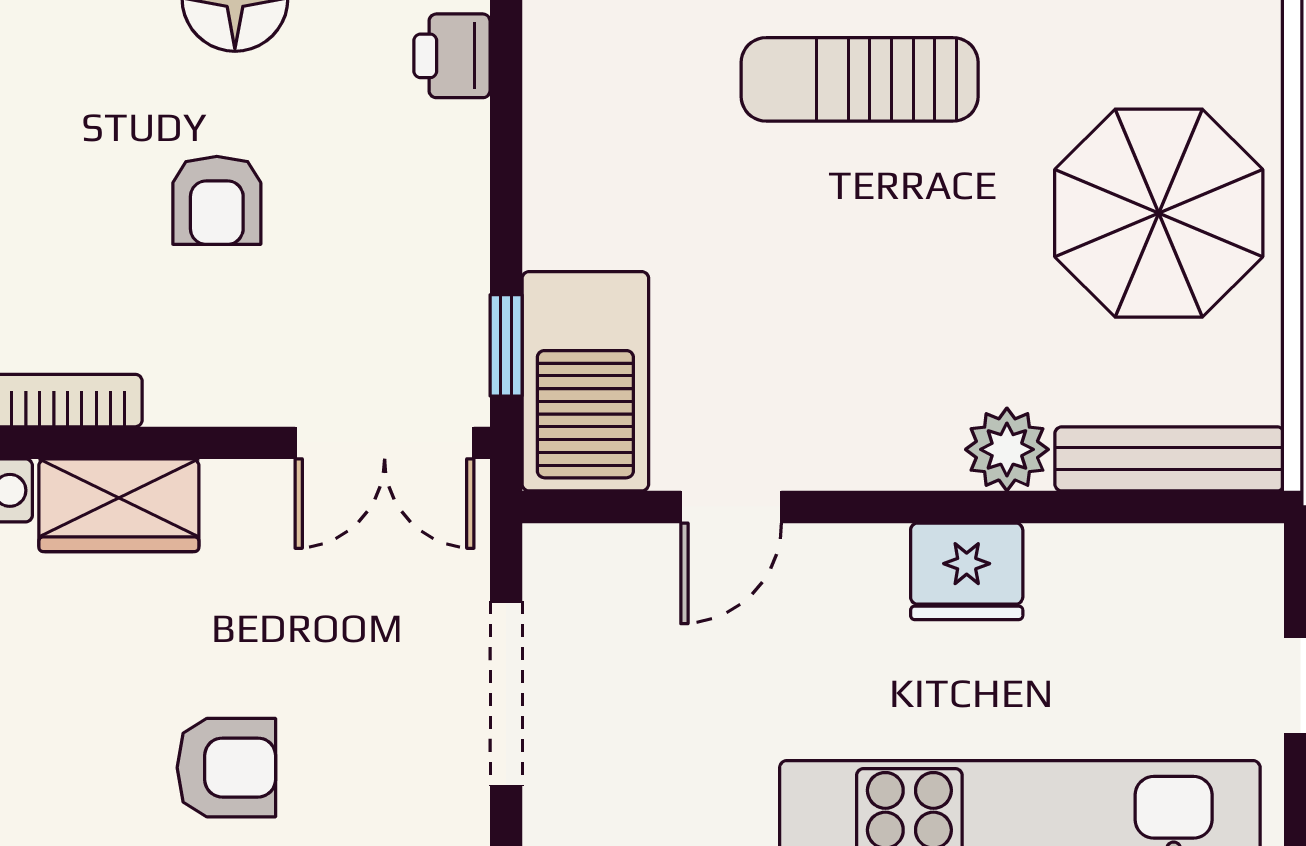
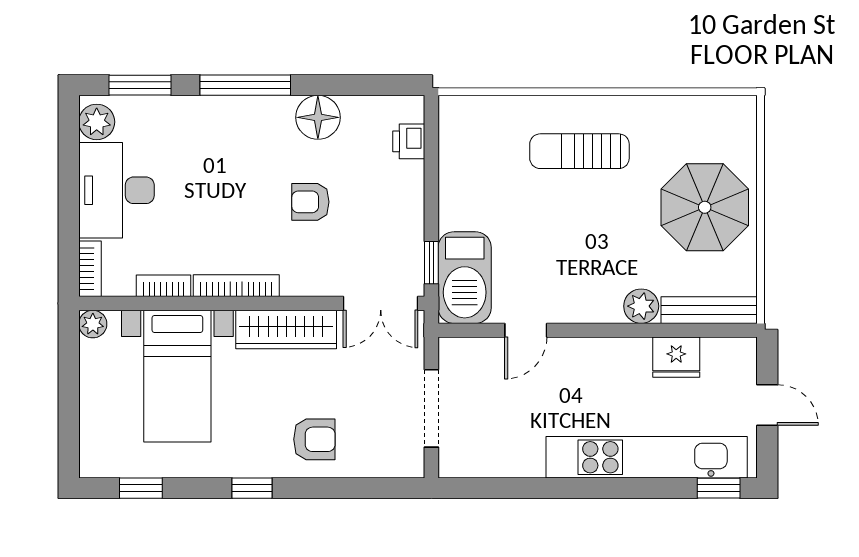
armchair: (217, 200) -> (310, 202), turned 90
wardrobe: (119, 505) -> (286, 330), width x1.50
fridge: (967, 571) -> (676, 357), moved

